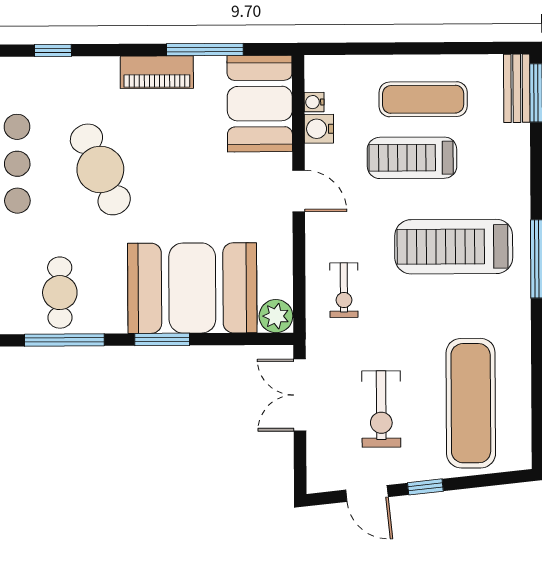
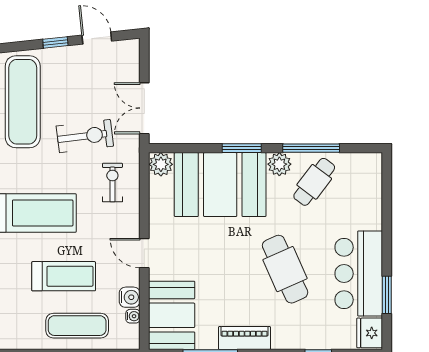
exercise mat: (423, 99) -> (77, 326), moved
cafe table: (60, 293) -> (314, 182), turned 37
plant: (109, 317) -> (279, 164), added
double door: (300, 395) -> (144, 108), swing flipped
exercise bike: (381, 409) -> (85, 136), moved, turned 83

